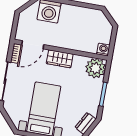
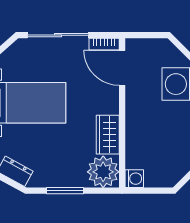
wardrobe: (60, 59) -> (108, 135), moved

